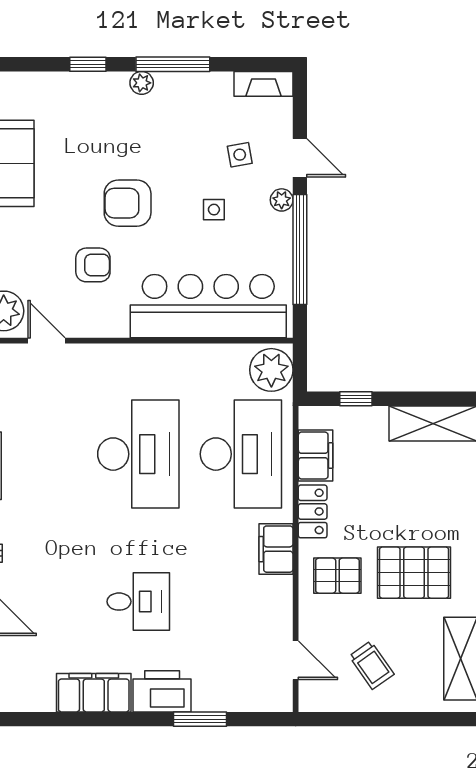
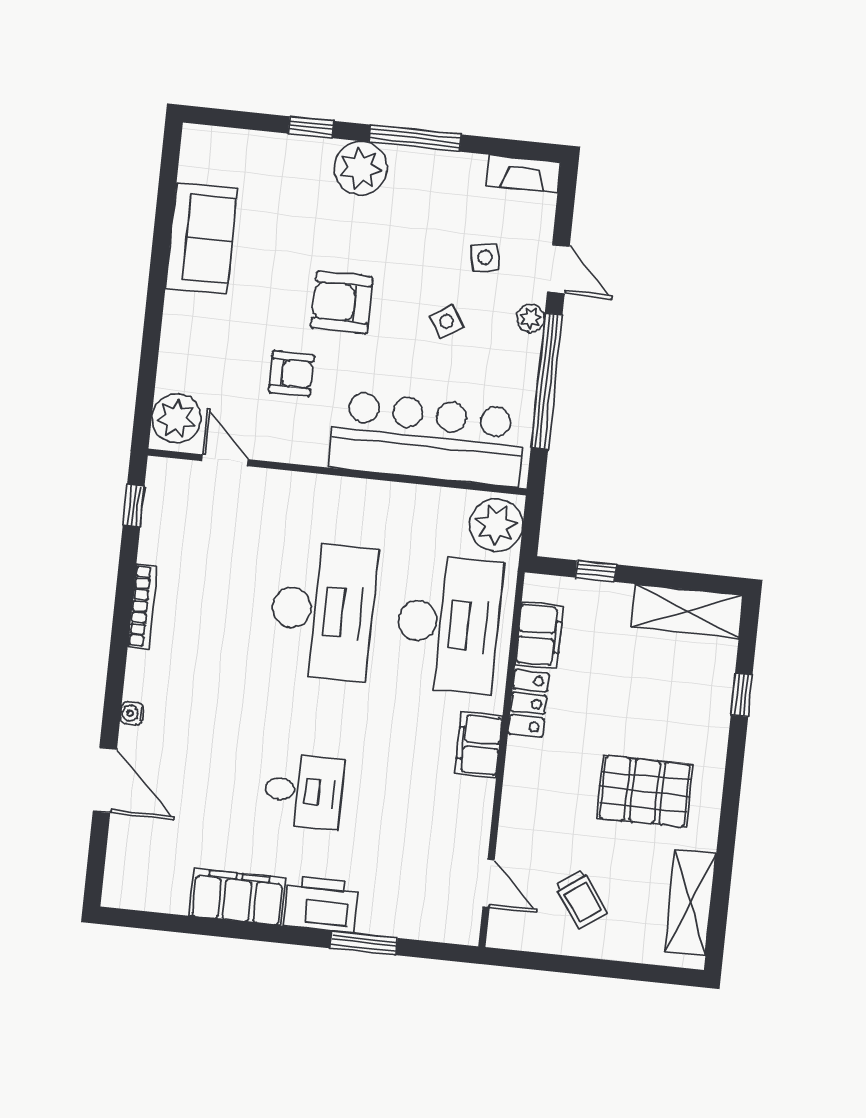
plant: (142, 83) -> (361, 168), width x1.88, depth x1.88
side table: (214, 210) -> (447, 321), turned -32
pallet: (337, 576) -> (551, 785), removed

